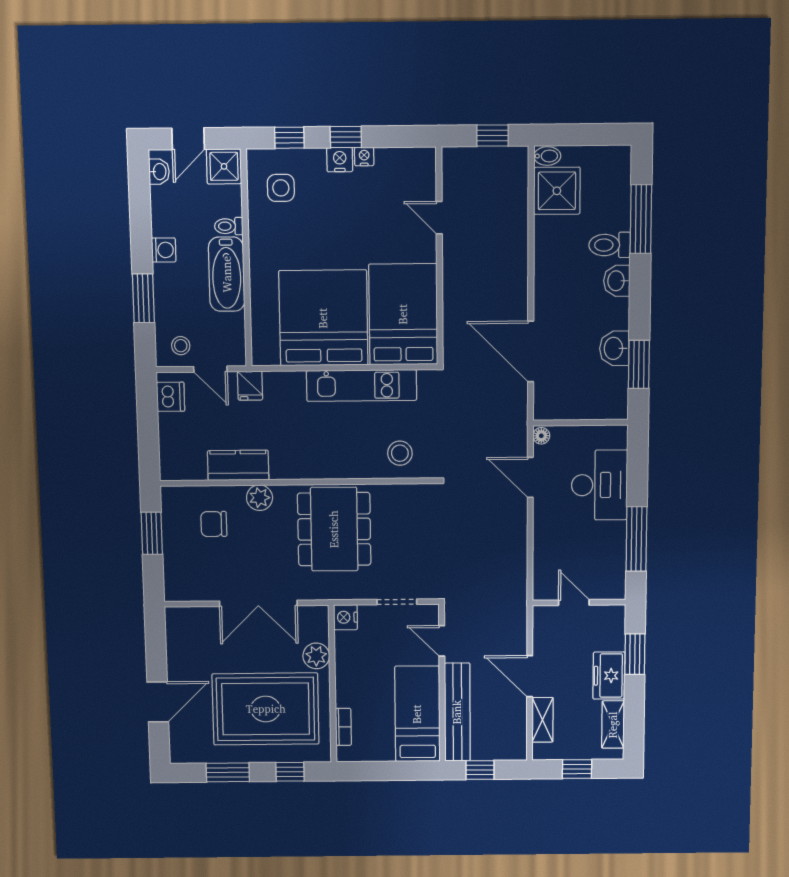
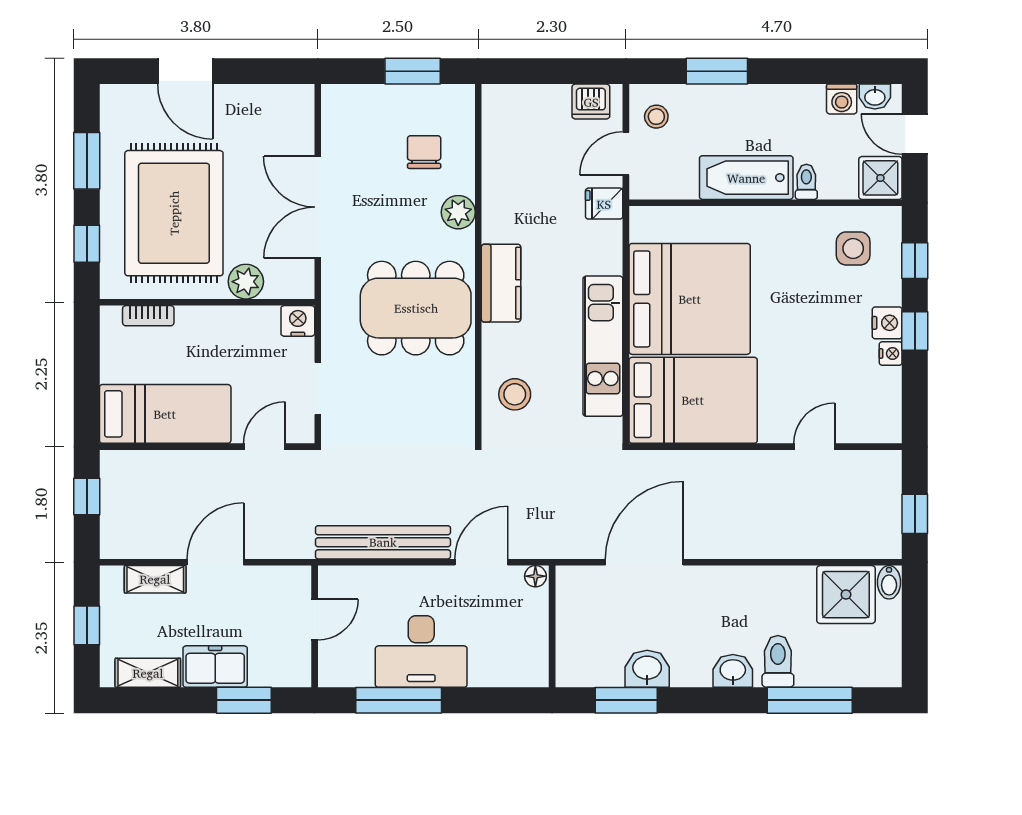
washing machine: (164, 250) -> (842, 99), moved
kitchen counter: (238, 465) -> (501, 283), moved
desk: (599, 485) -> (421, 651), moved
bench: (457, 712) -> (383, 542), moved

